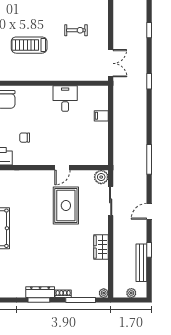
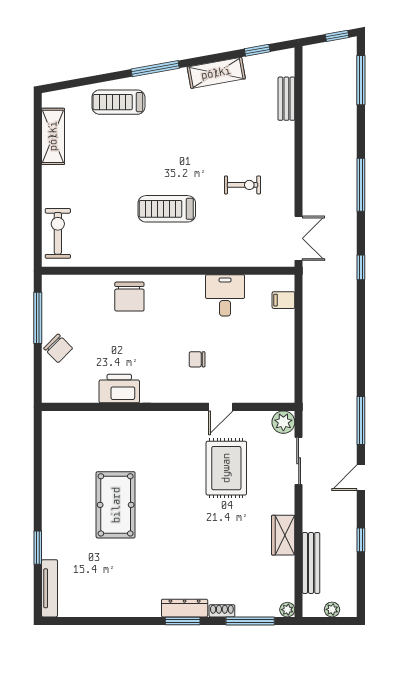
window: (149, 30) -> (361, 185), width x2.17
filing cabinet: (101, 116) -> (283, 300), moved
chair: (25, 138) -> (197, 359), moved
window: (149, 159) -> (361, 420), moved
bench: (141, 263) -> (311, 563), moved

